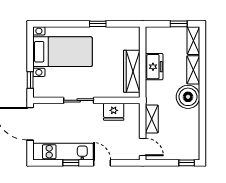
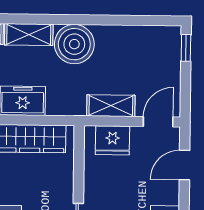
fridge: (114, 112) -> (112, 140), moved, turned 90
door: (102, 163) -> (185, 165), moved

